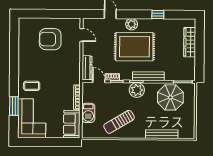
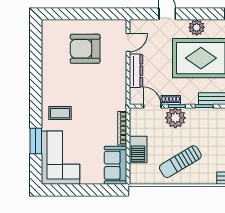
door: (81, 35) -> (128, 43), hinge flipped
dresser: (87, 68) -> (136, 71), moved
plant: (137, 90) -> (175, 118), moved

